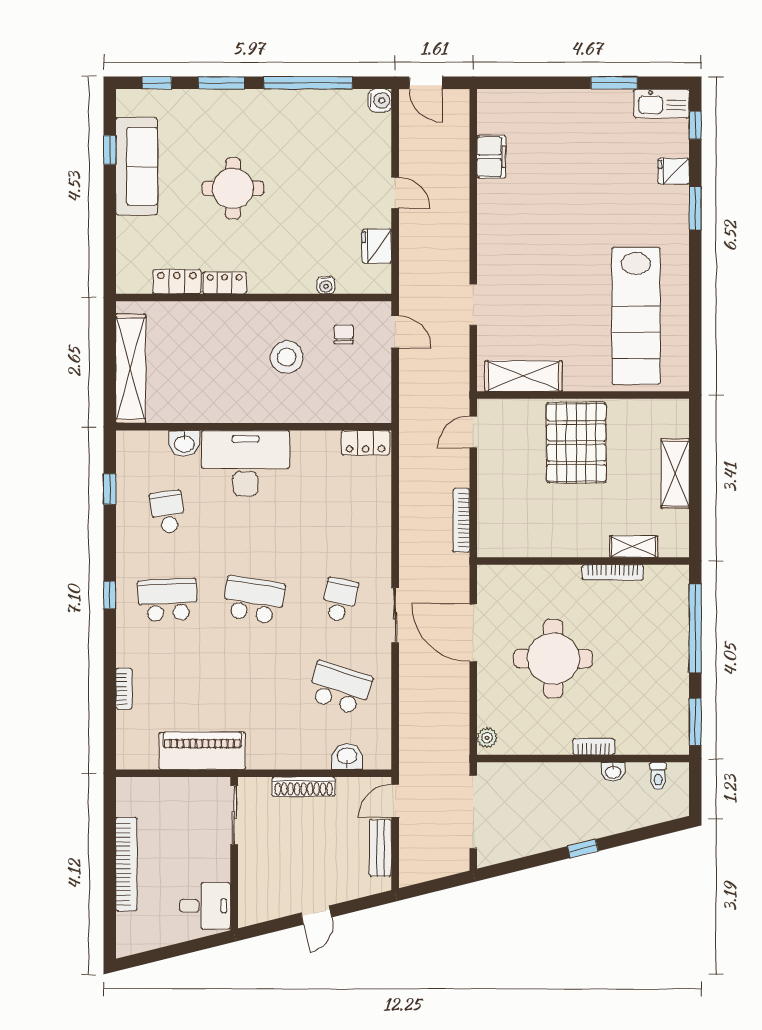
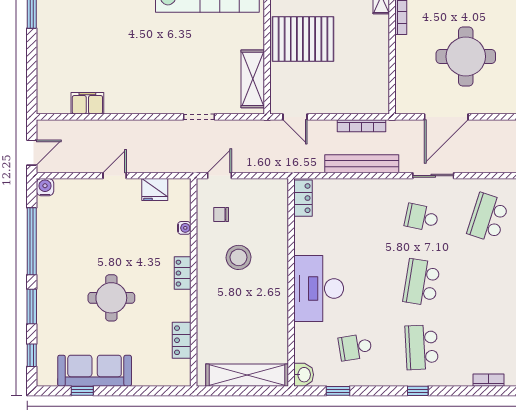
locker: (225, 283) -> (183, 273), moved
washbasin: (184, 443) -> (304, 375), moved
bench: (411, 521) -> (362, 164), added

